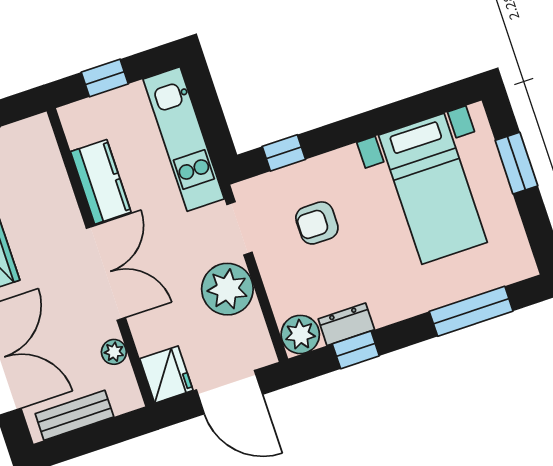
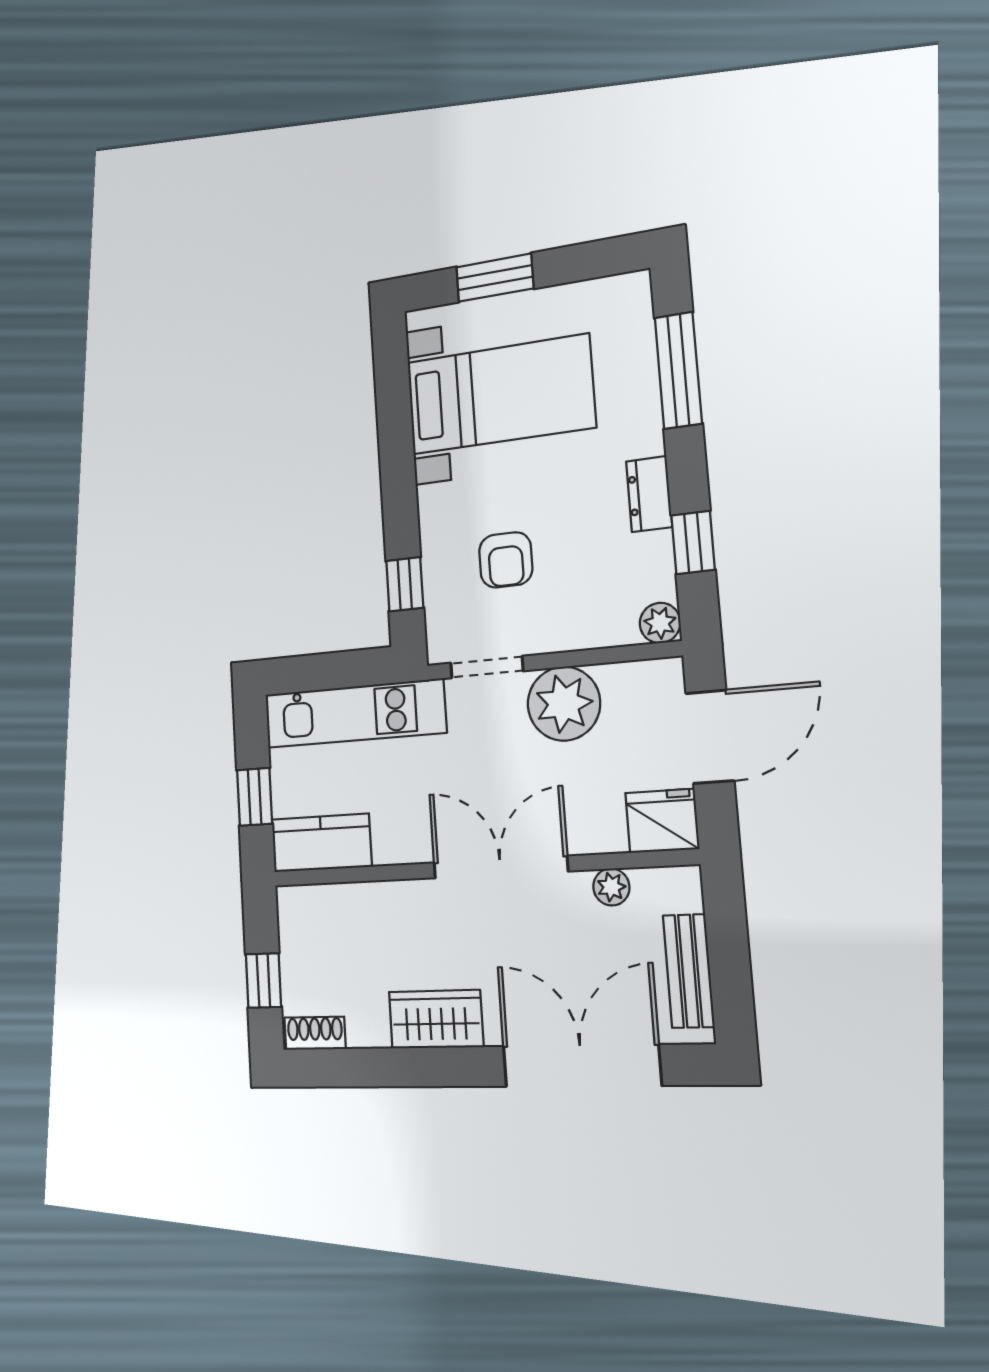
kitchen counter: (101, 182) -> (321, 843), moved
dresser: (346, 324) -> (649, 494), moved
plant: (300, 334) -> (660, 623), width x0.73, depth x0.73

